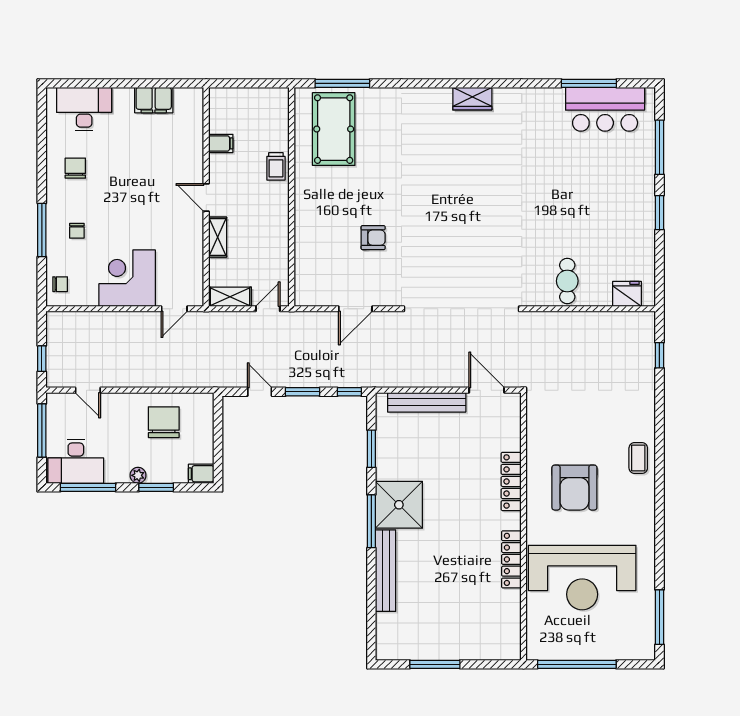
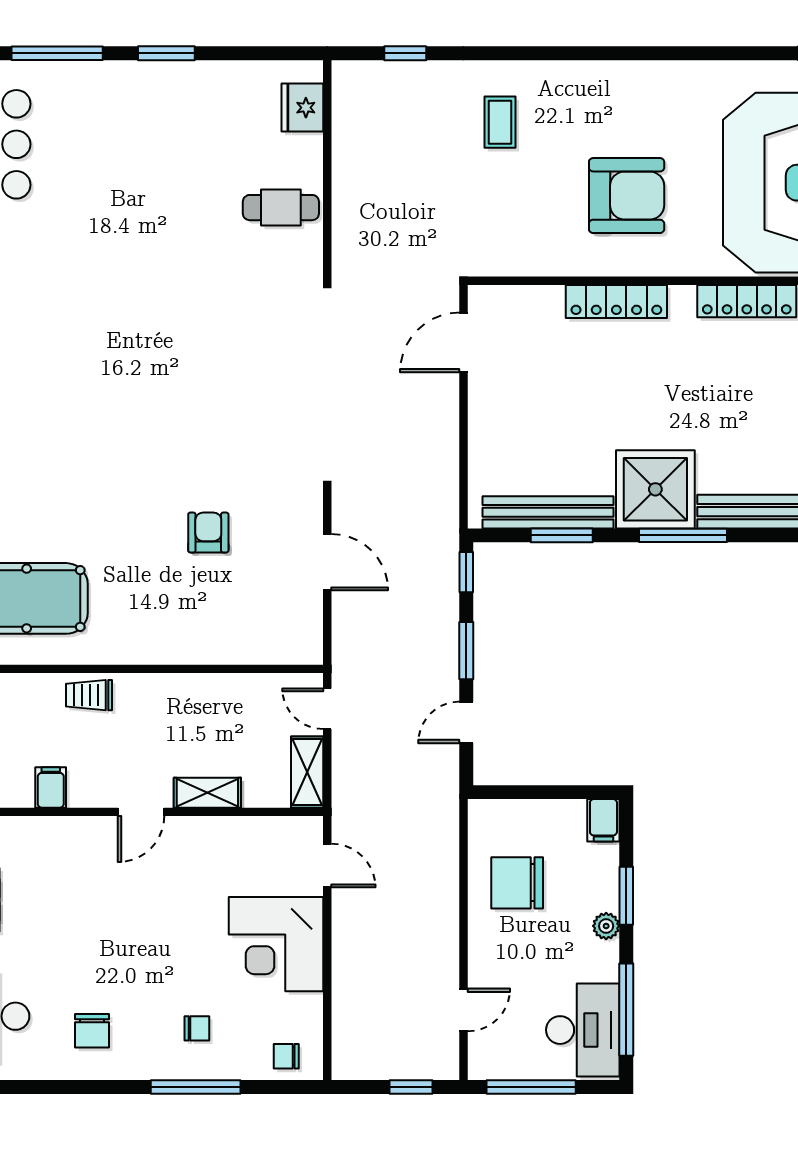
trolley: (276, 166) -> (89, 695), turned 180
chair: (75, 168) -> (92, 1031), turned -90
chair: (60, 284) -> (286, 1056), turned -90
bench: (427, 402) -> (548, 512), moved, turned 90
coffee table: (638, 458) -> (500, 122), moved, turned 90

